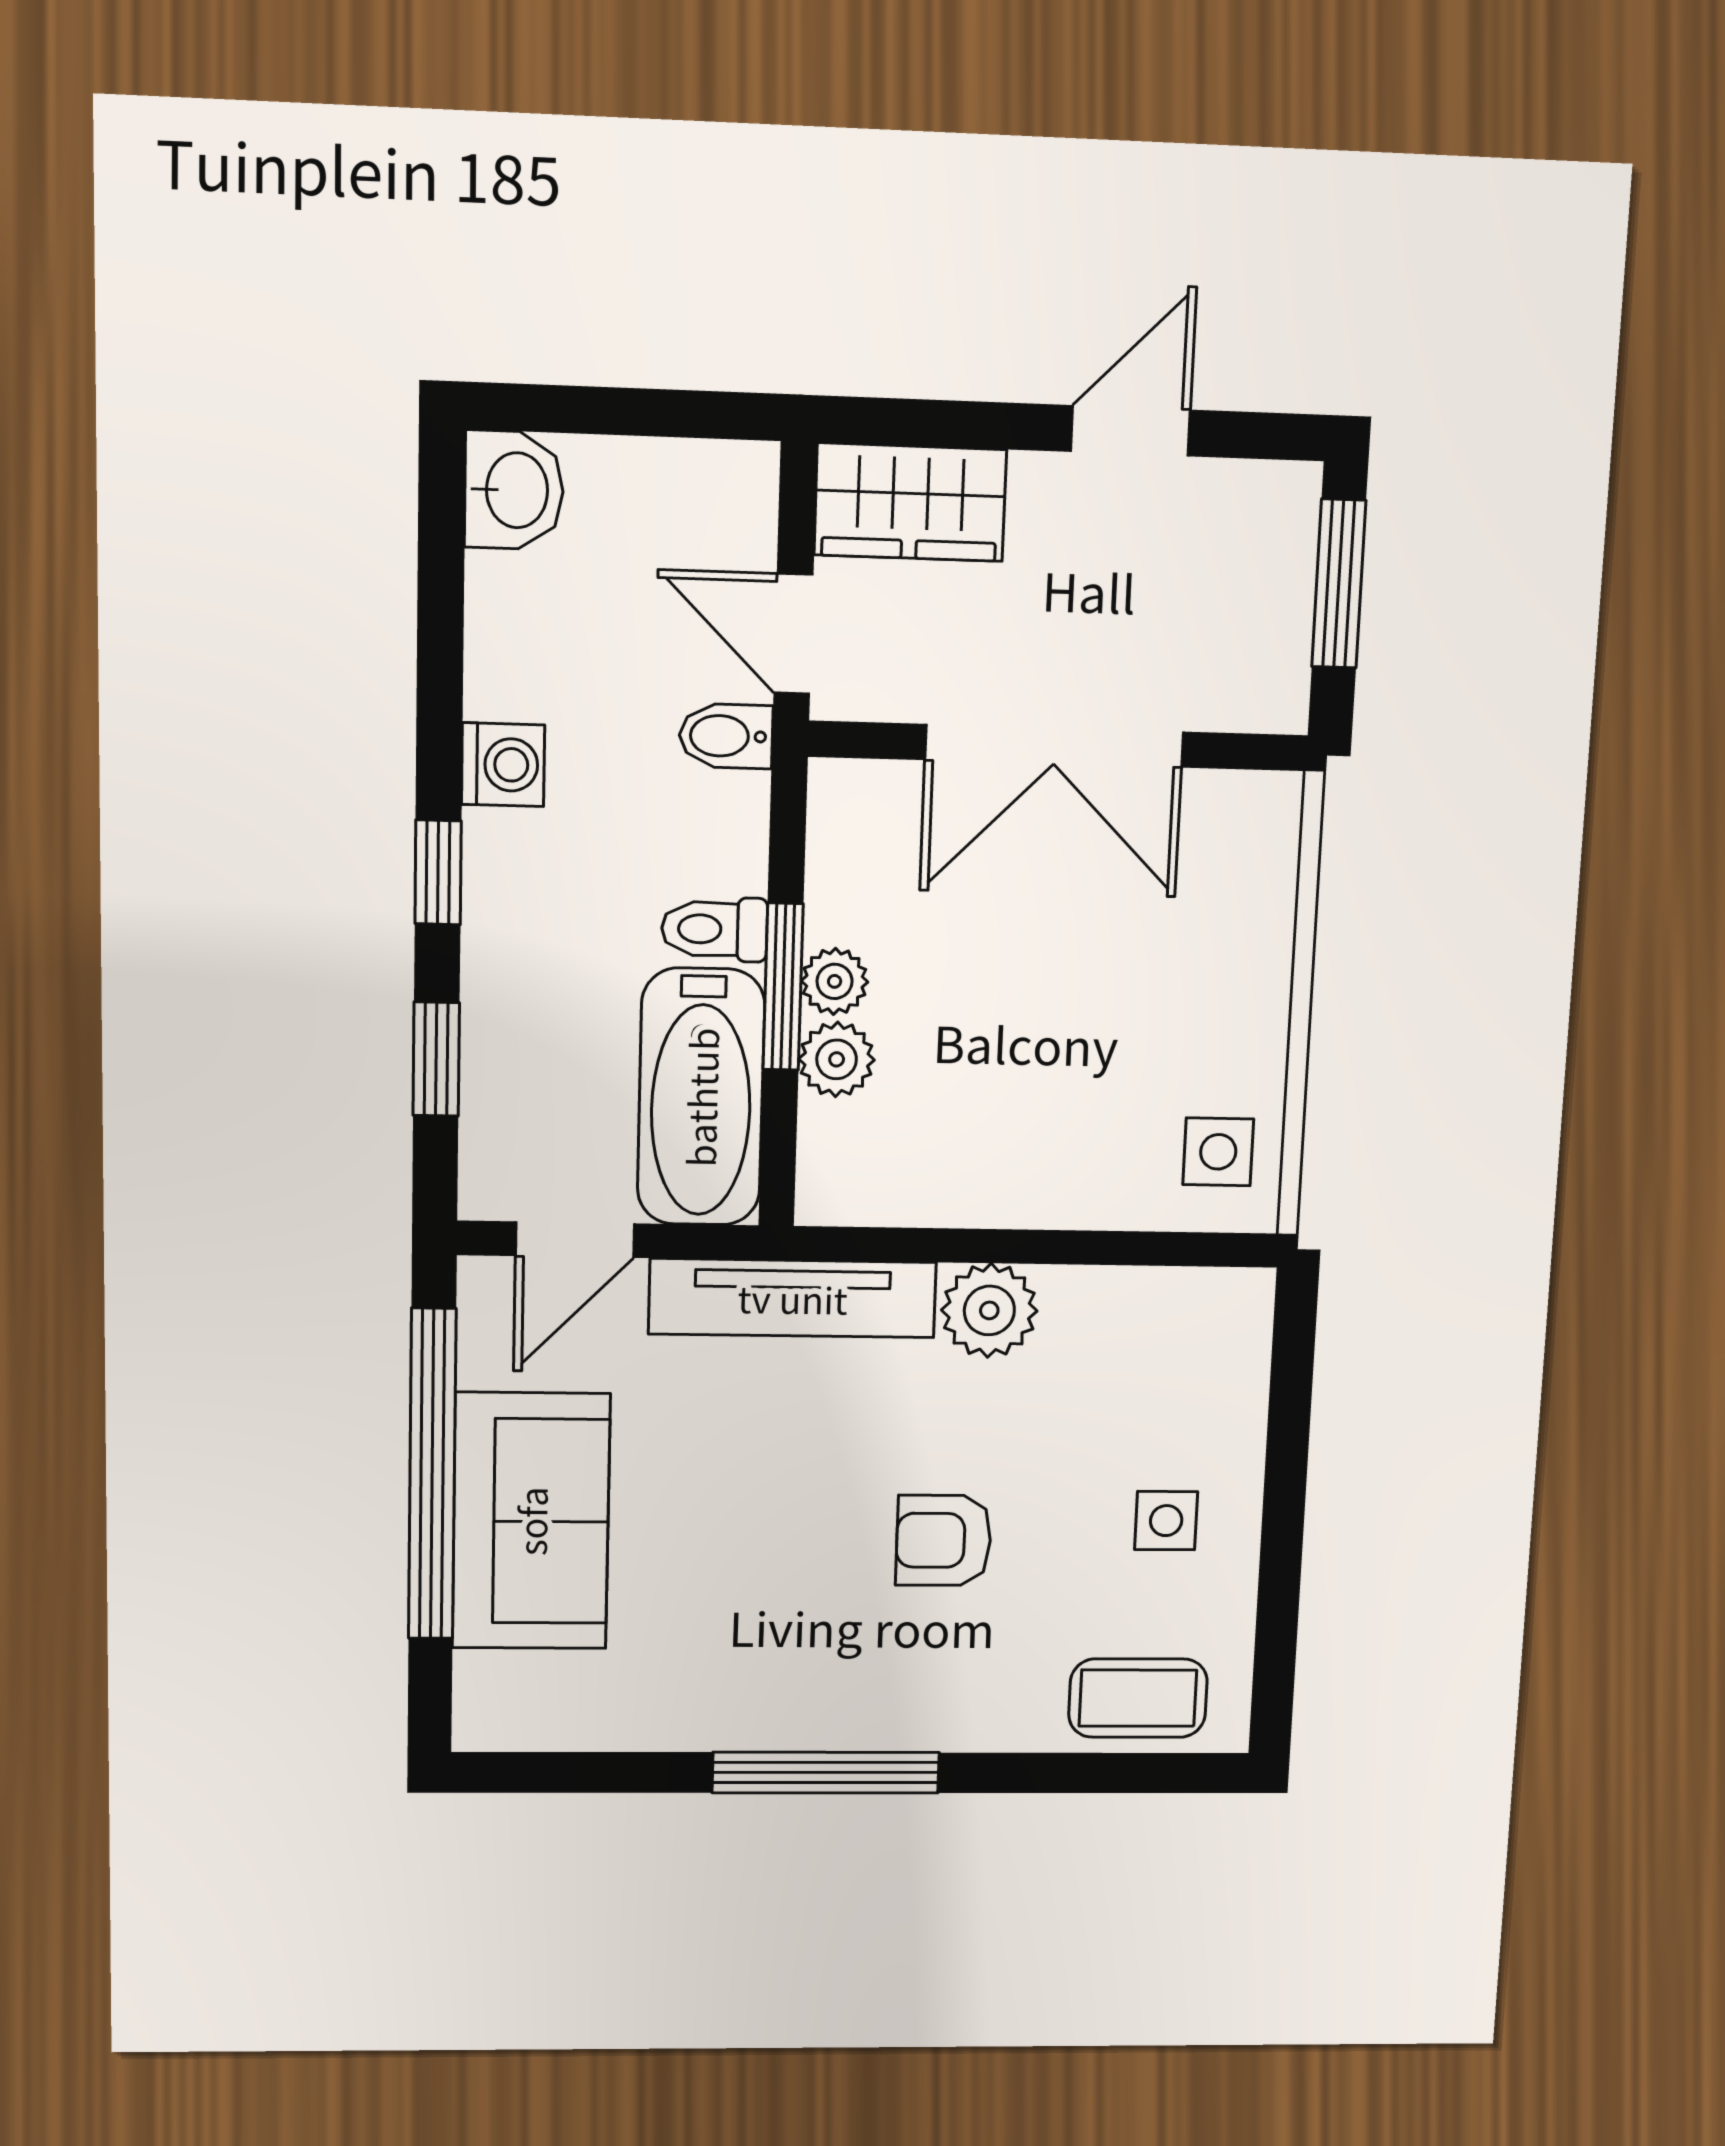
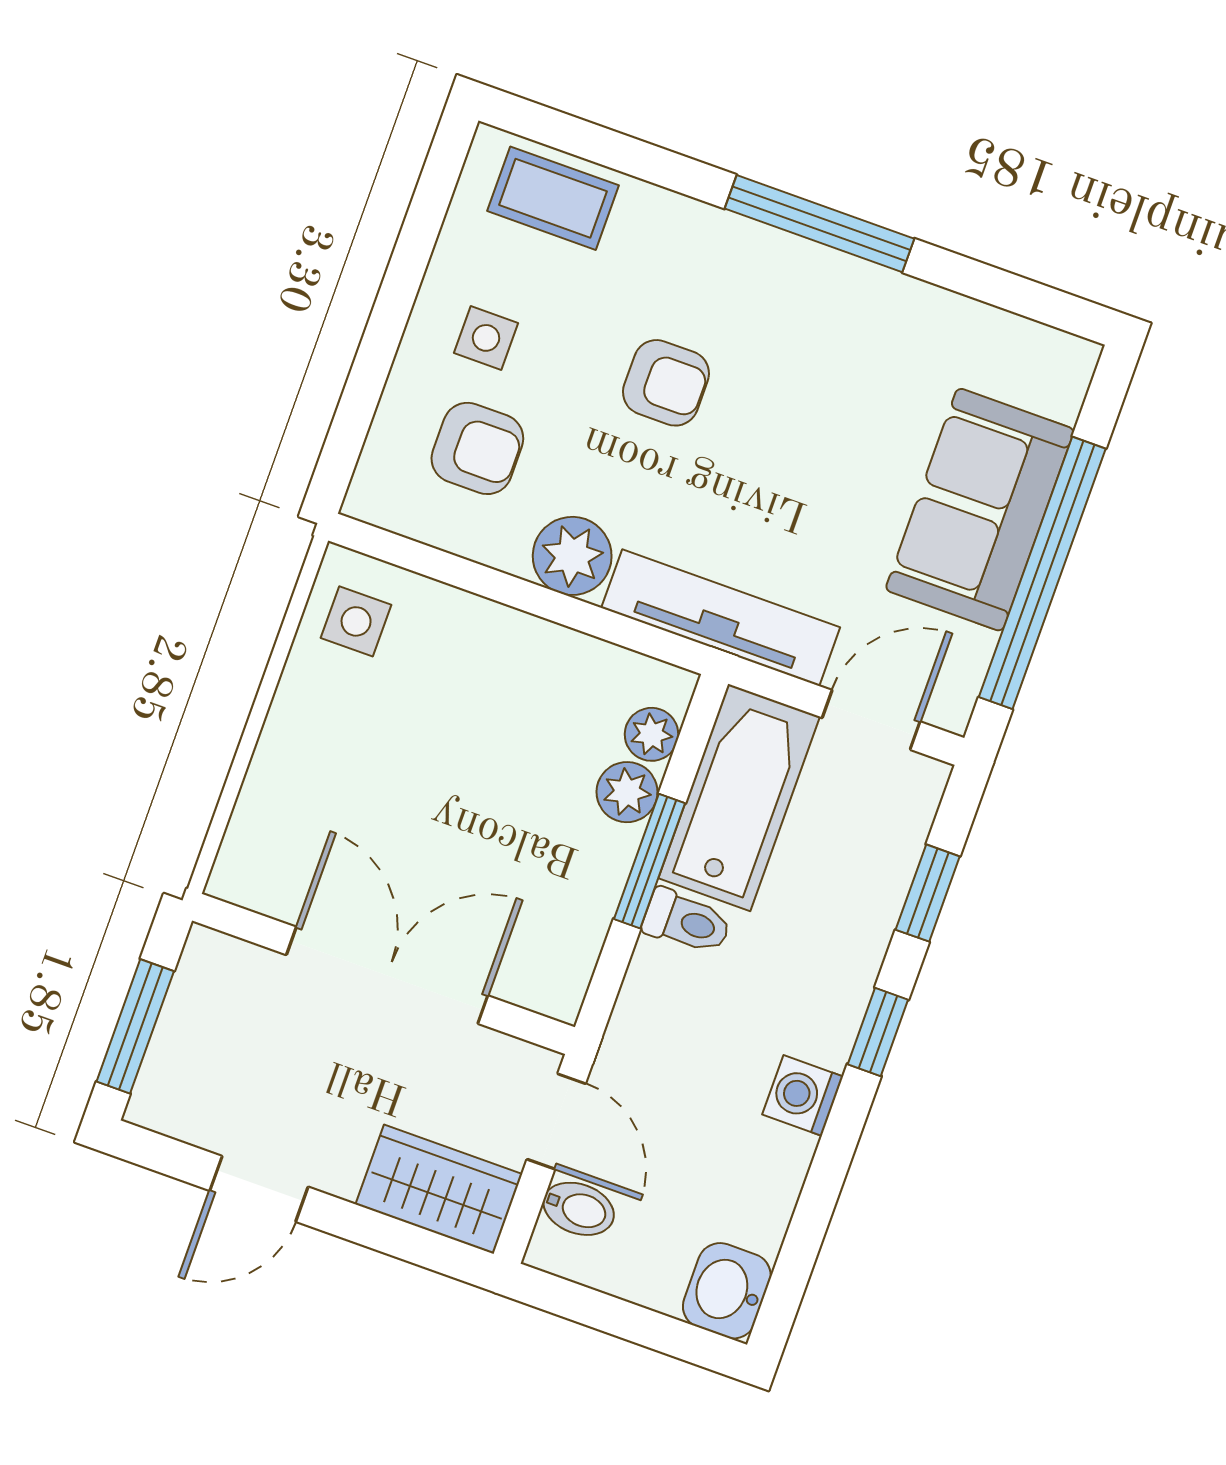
bidet: (726, 736) -> (579, 1209), moved
plant: (835, 981) -> (652, 734), moved
armchair: (1138, 1395) -> (477, 448), added

